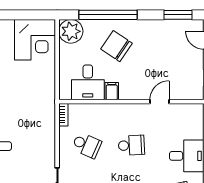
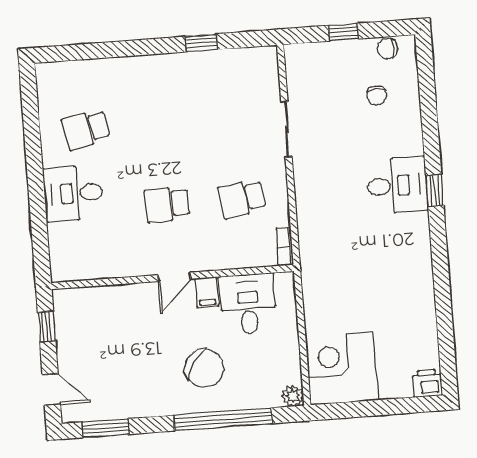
plant: (71, 31) -> (293, 396), width x0.53, depth x0.53
door: (160, 102) -> (174, 277), moved
school desk: (87, 145) -> (242, 199), turned -33

